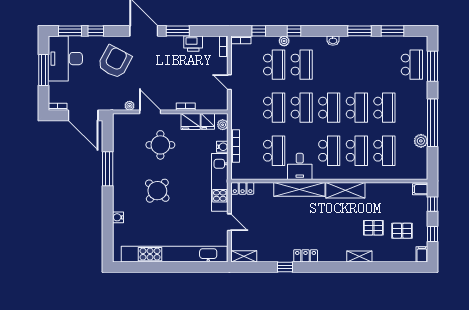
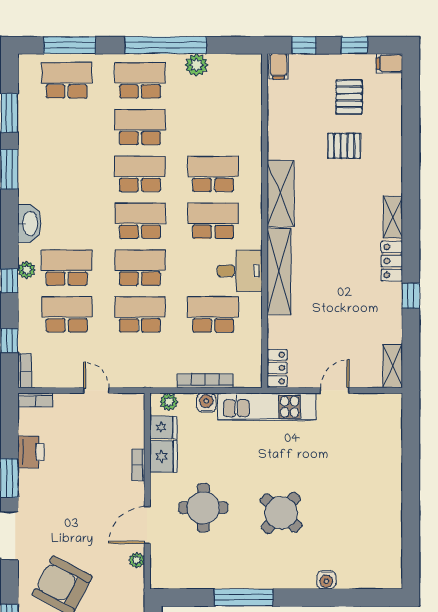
plant: (284, 41) -> (27, 270), moved
washbasin: (333, 41) -> (30, 224), width x1.91, depth x1.45
door: (229, 82) -> (96, 390), swing flipped
school desk: (384, 151) -> (140, 80), moved
pallet: (373, 228) -> (344, 146), turned 90
kitchen unit: (174, 254) -> (389, 484), removed
shelving: (359, 256) -> (393, 217), moved

